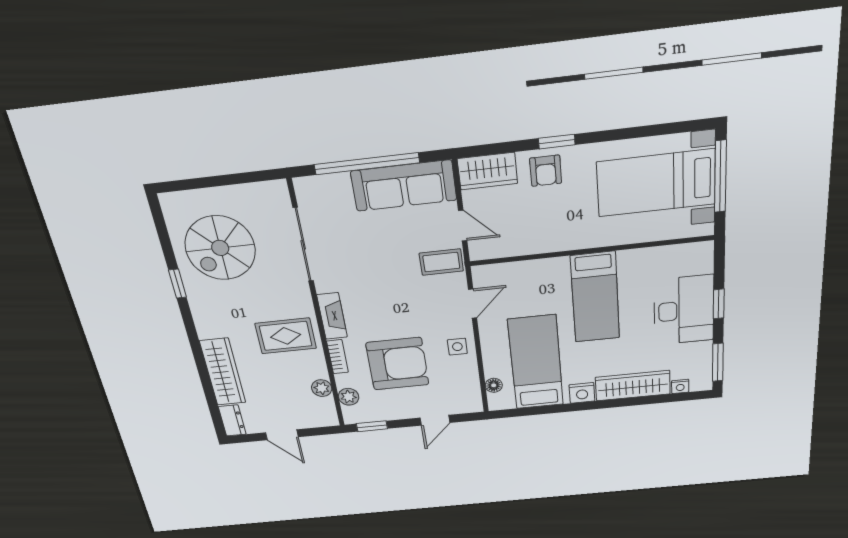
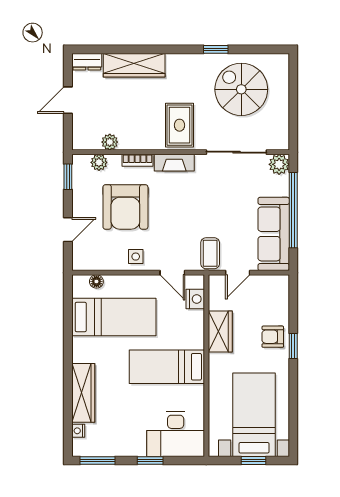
wardrobe: (487, 171) -> (220, 332), moved, turned 180
window: (720, 177) -> (254, 460), width x0.46
plant: (308, 189) -> (279, 164), added
desk: (684, 310) -> (176, 434), moved
rug: (286, 336) -> (179, 125), moved
nightstand: (582, 393) -> (195, 299), moved, turned 180
door: (435, 420) -> (68, 230), swing flipped

